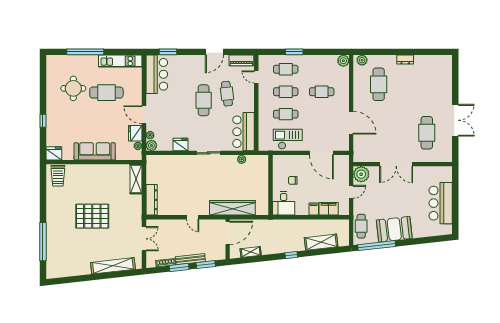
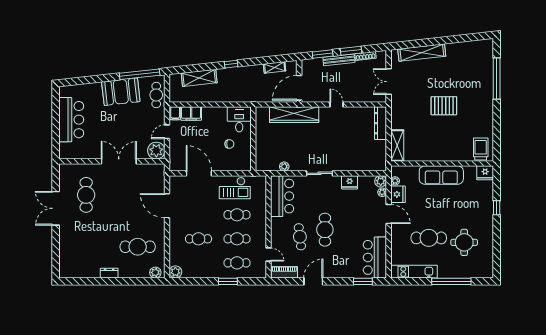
cafe table: (379, 84) -> (138, 247), turned 90
filing cabinet: (314, 209) -> (175, 113), moved
pallet: (92, 216) -> (444, 106), width x0.73, depth x0.71

